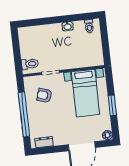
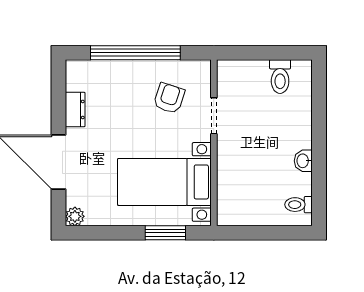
toilet: (30, 64) -> (280, 77), moved
window: (112, 105) -> (165, 233), moved
dresser: (44, 142) -> (75, 109), moved

